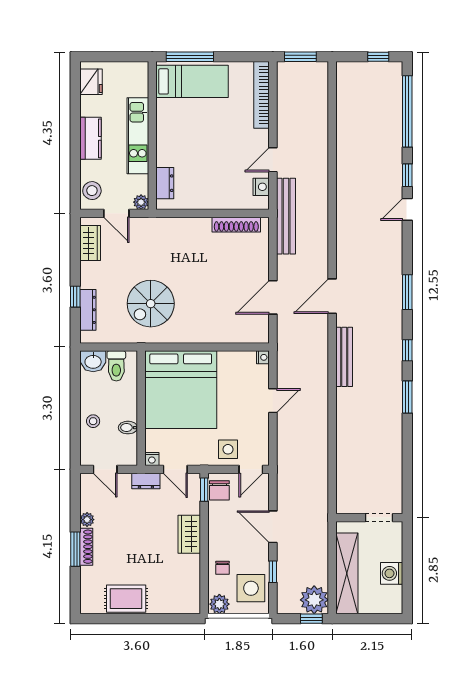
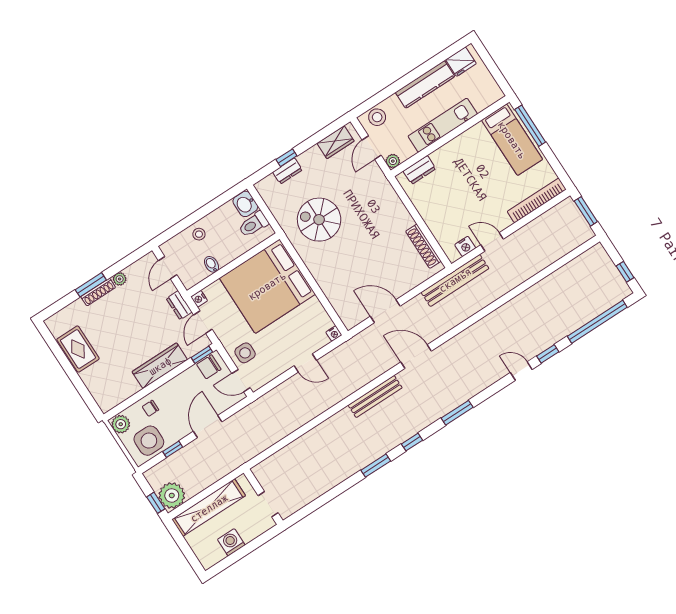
kitchen counter: (90, 138) -> (425, 84), width x1.50
dresser: (88, 310) -> (287, 171), width x0.70
wardrobe: (189, 534) -> (160, 366), width x1.50

